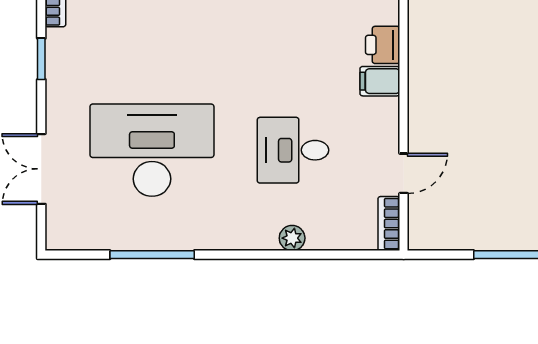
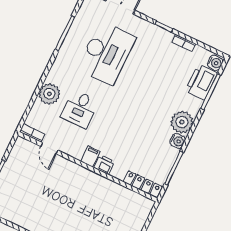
desk: (293, 150) -> (80, 109), turned 180
plant: (292, 238) -> (49, 94), width x1.88, depth x1.88

